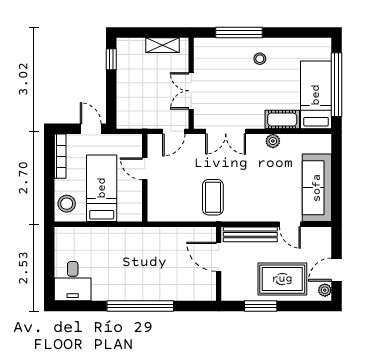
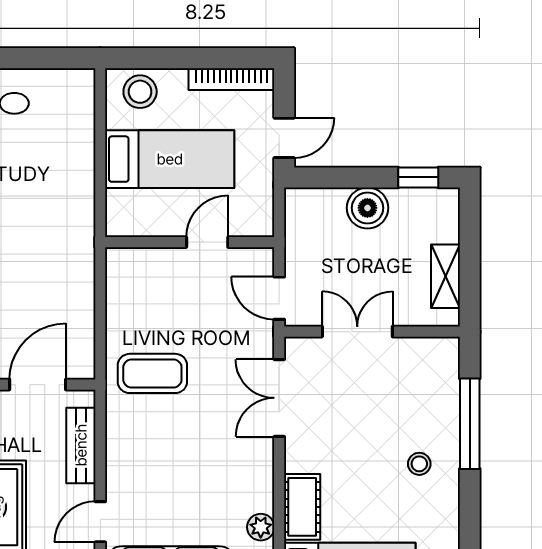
boiler: (127, 86) -> (367, 208), added
plant: (273, 141) -> (261, 527), moved
bench: (250, 234) -> (81, 445), width x0.73

